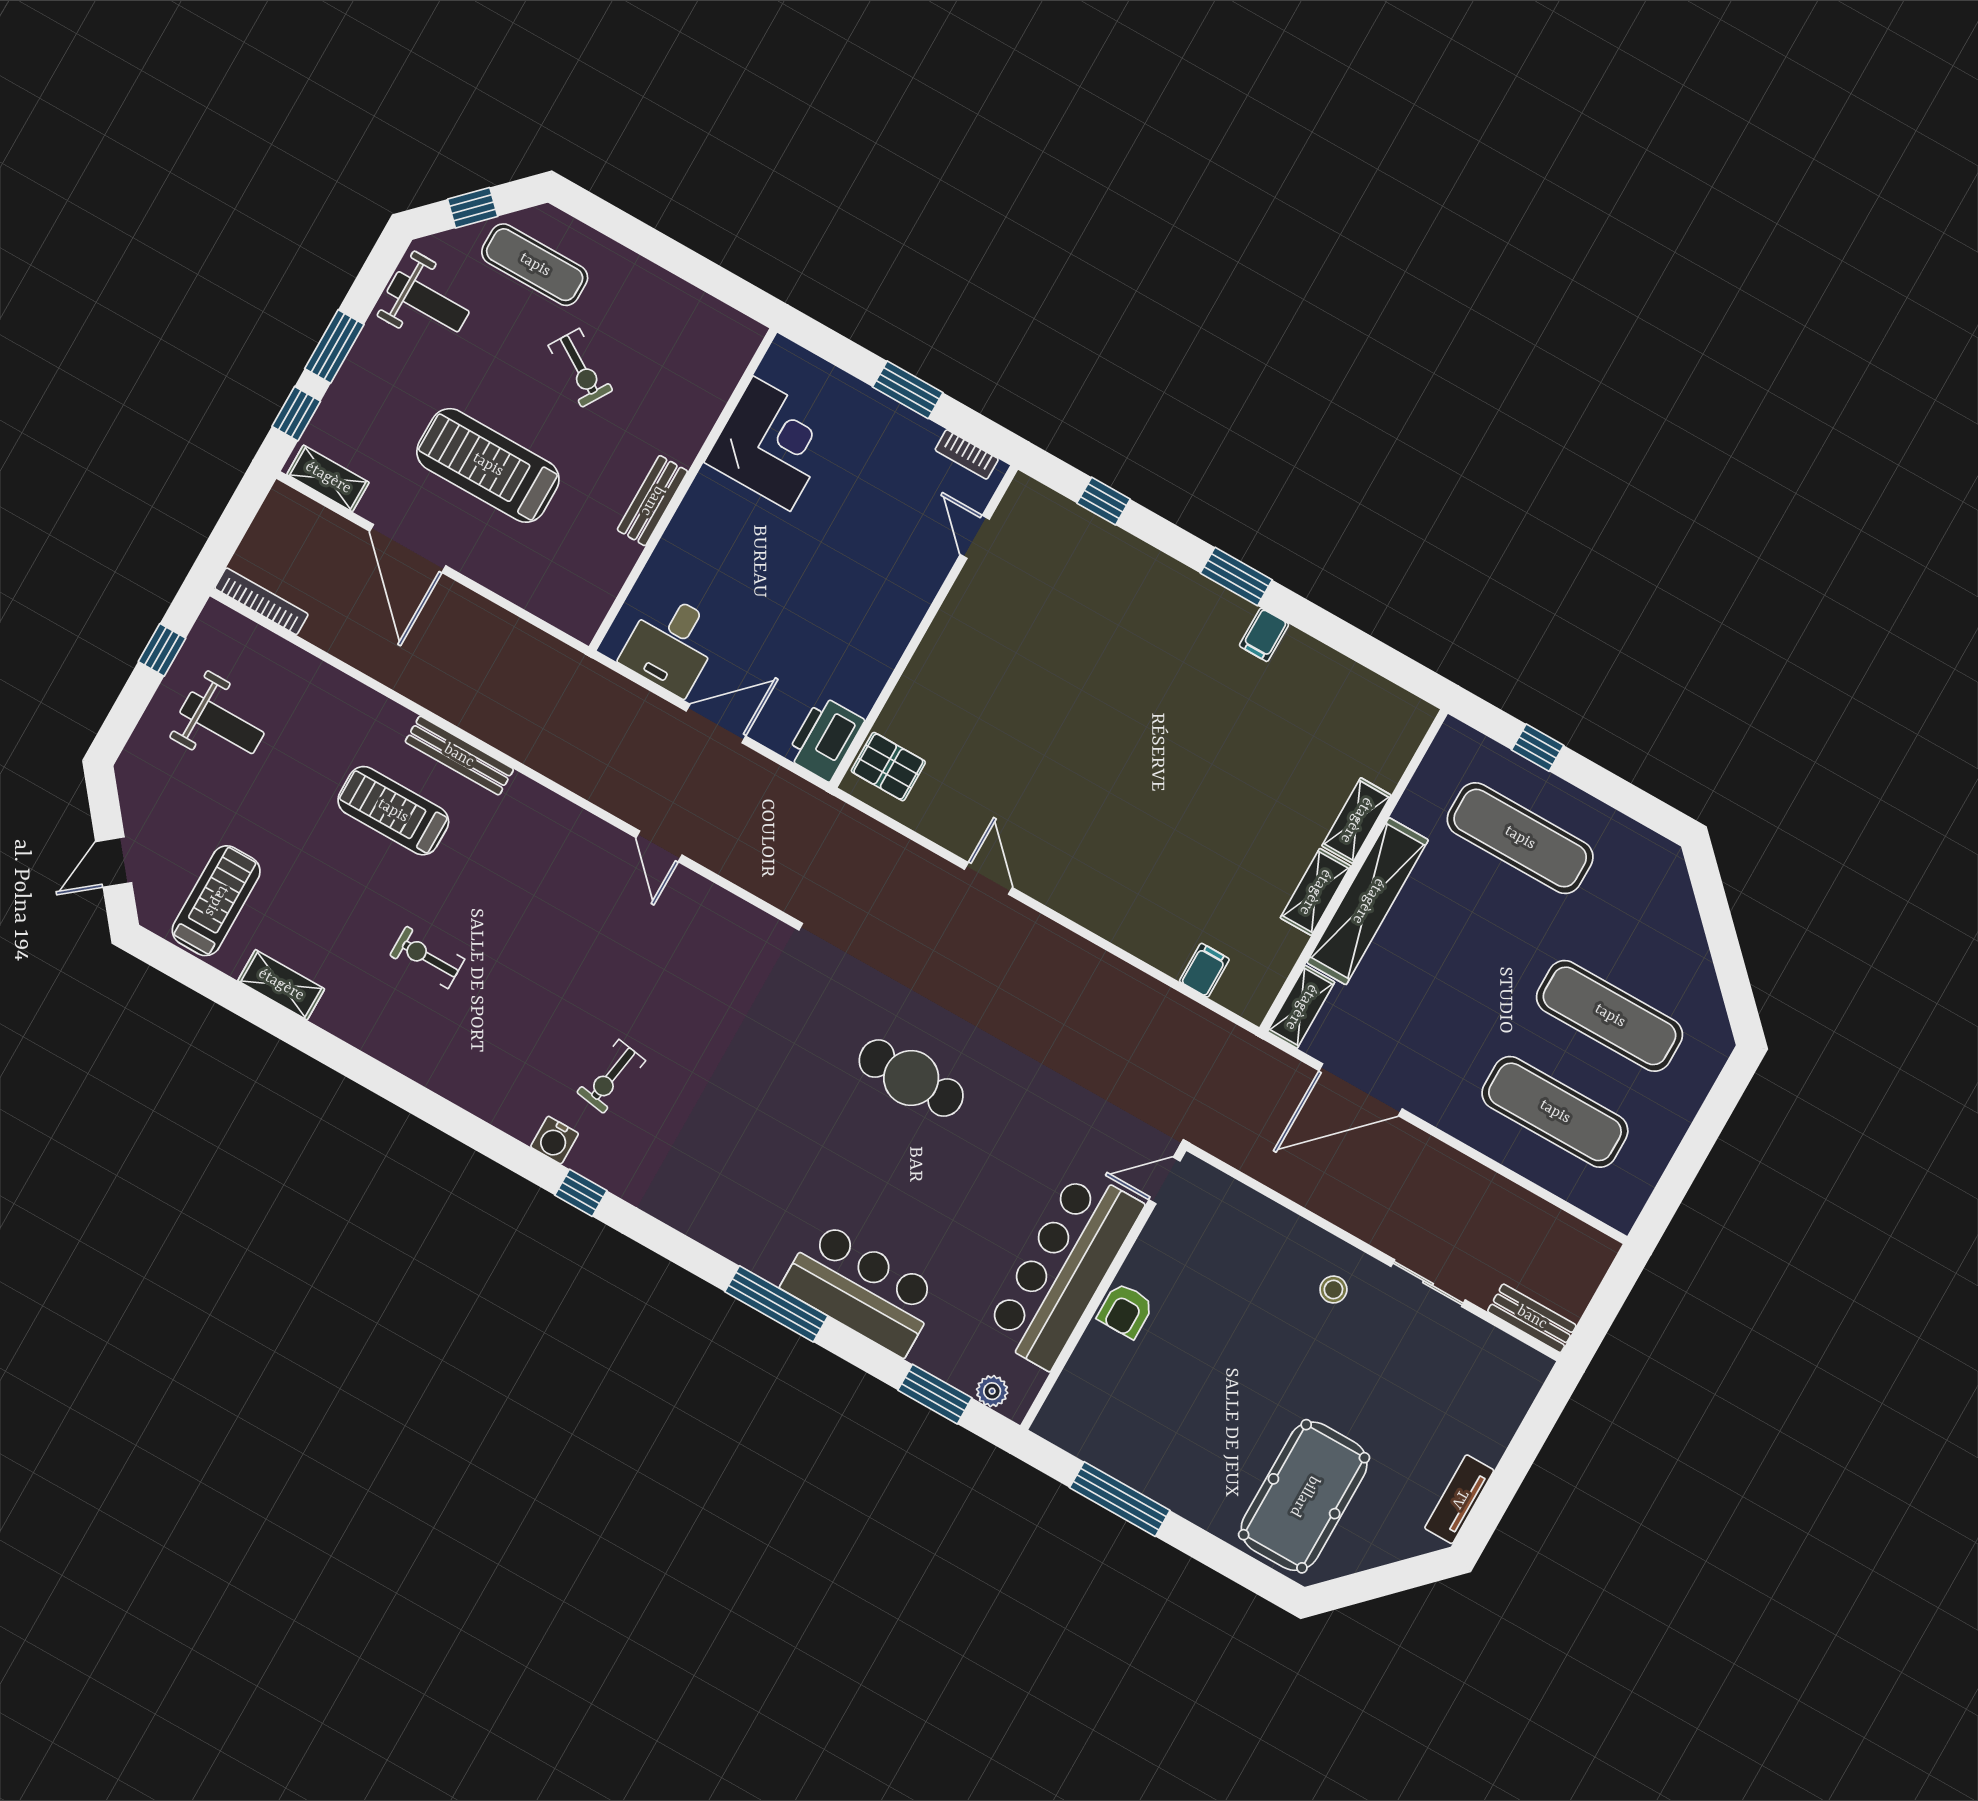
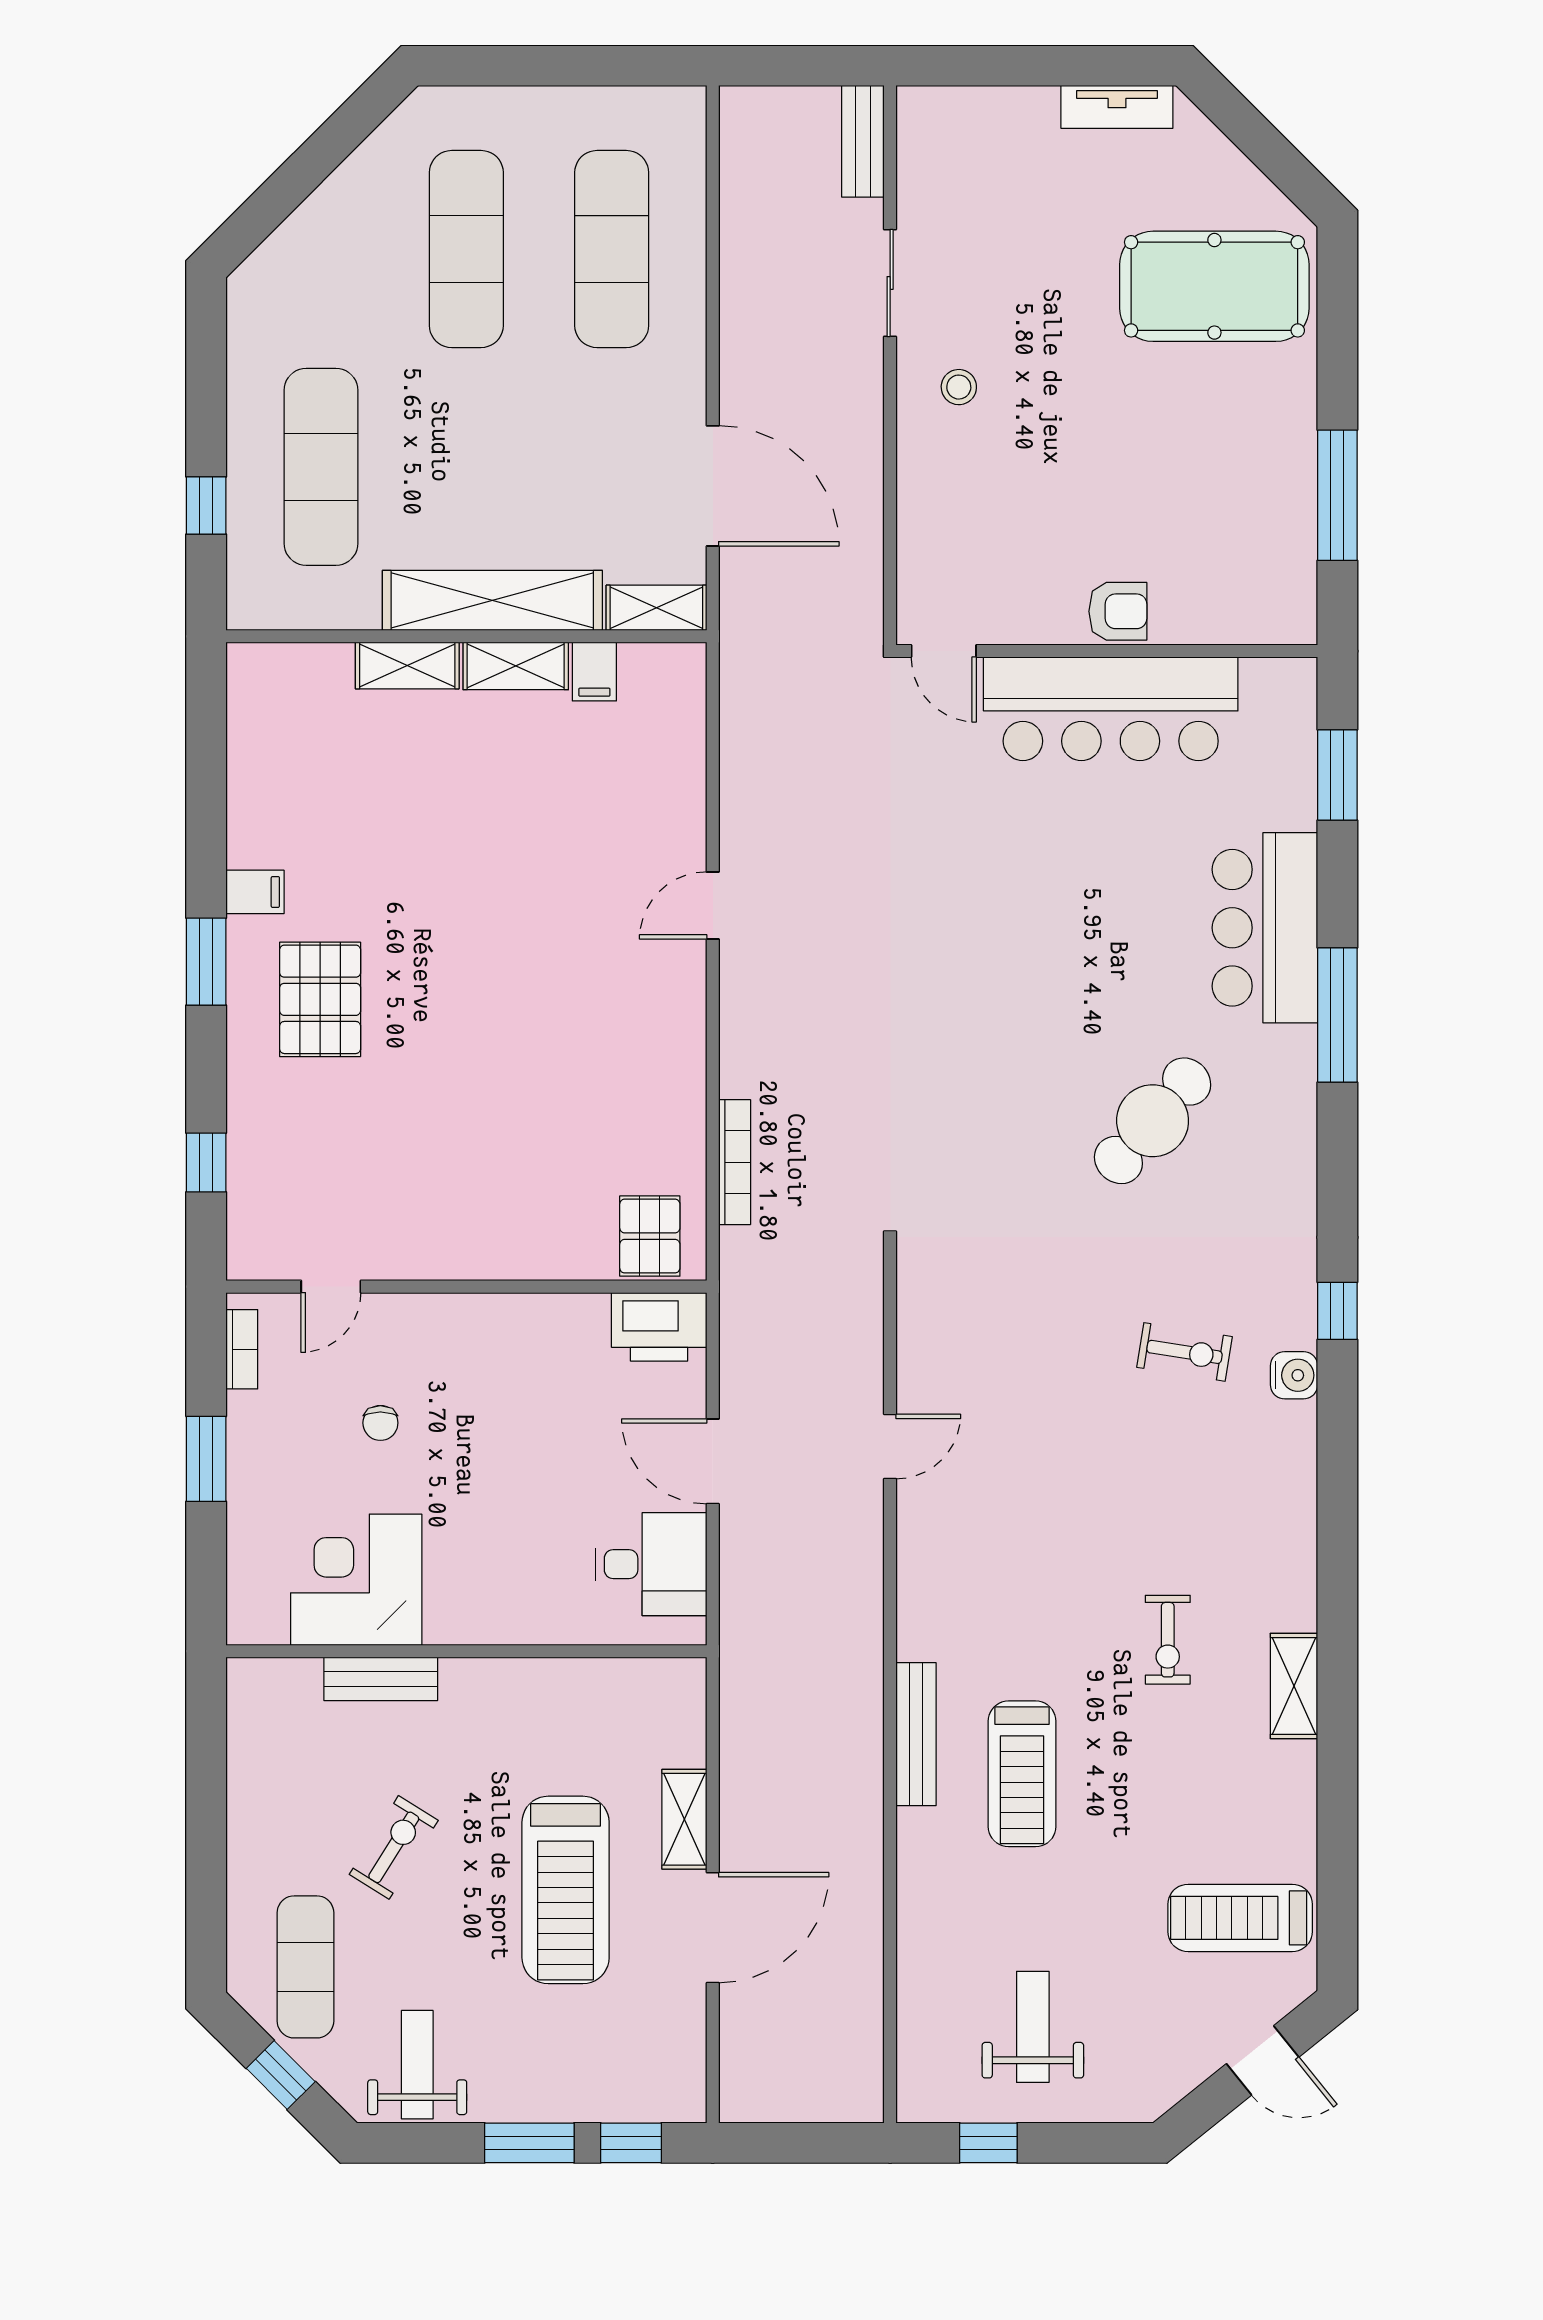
shelving: (328, 478) -> (684, 1819), moved
bench: (652, 501) -> (381, 1679), moved
chair: (866, 518) -> (380, 1423), added
bookcase: (261, 601) -> (735, 1162), moved, turned 180
pallet: (1169, 638) -> (320, 999), added
door: (988, 878) -> (713, 905), moved
filing cabinet: (1204, 970) -> (594, 672), moved, turned -90
shelving: (281, 985) -> (1294, 1686), moved
cafe table: (911, 1078) -> (1153, 1121), moved, turned 41
plant: (992, 1391) -> (1297, 711), removed

